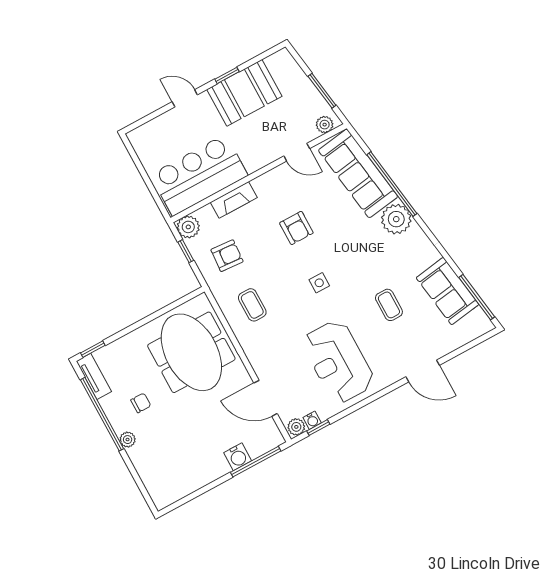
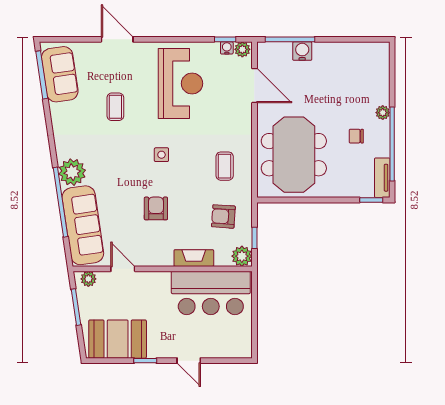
booth: (244, 93) -> (118, 339), moved
sofa: (448, 291) -> (60, 74), moved

